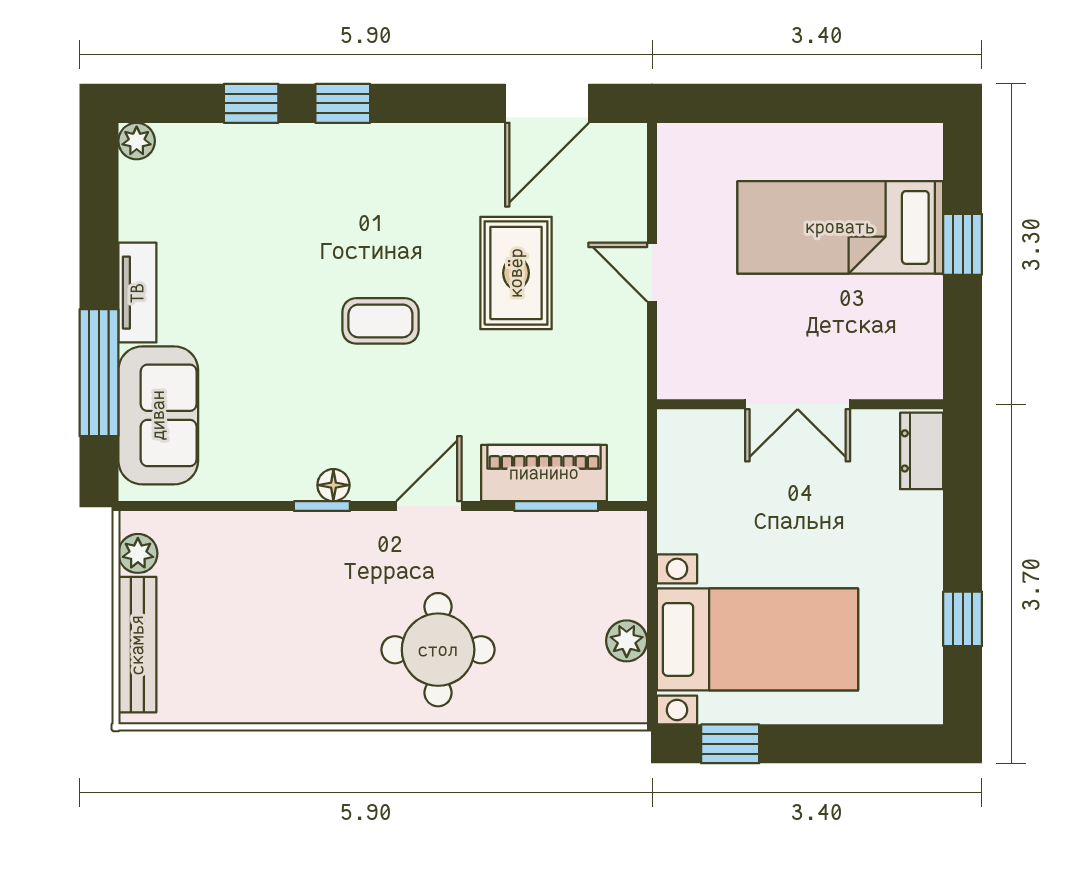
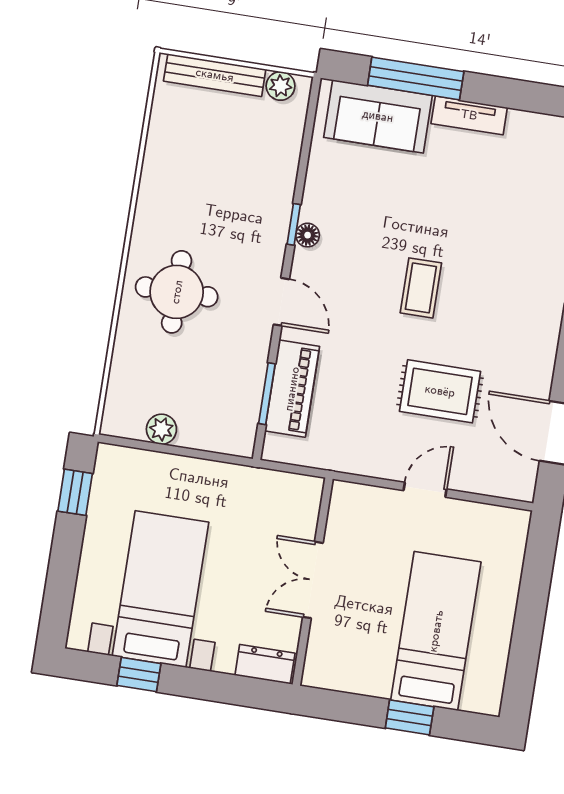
bed with nightstands: (757, 639) -> (161, 589), moved, turned 180

